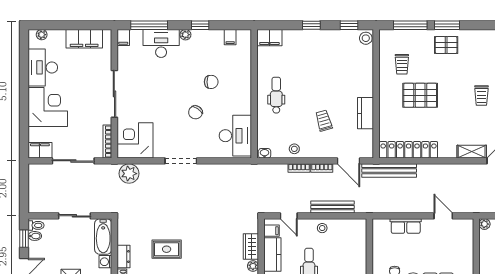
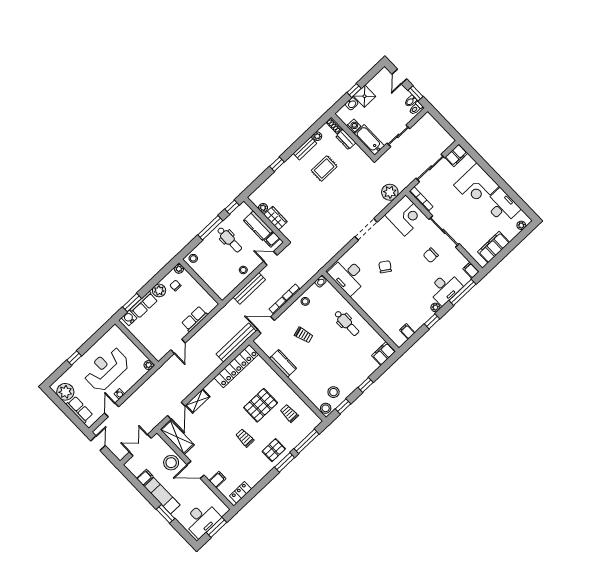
stool: (345, 46) -> (334, 392), added
chair: (211, 82) -> (431, 255), moved
trolley: (481, 95) -> (245, 438), moved
door: (443, 216) -> (178, 346), hinge flipped

